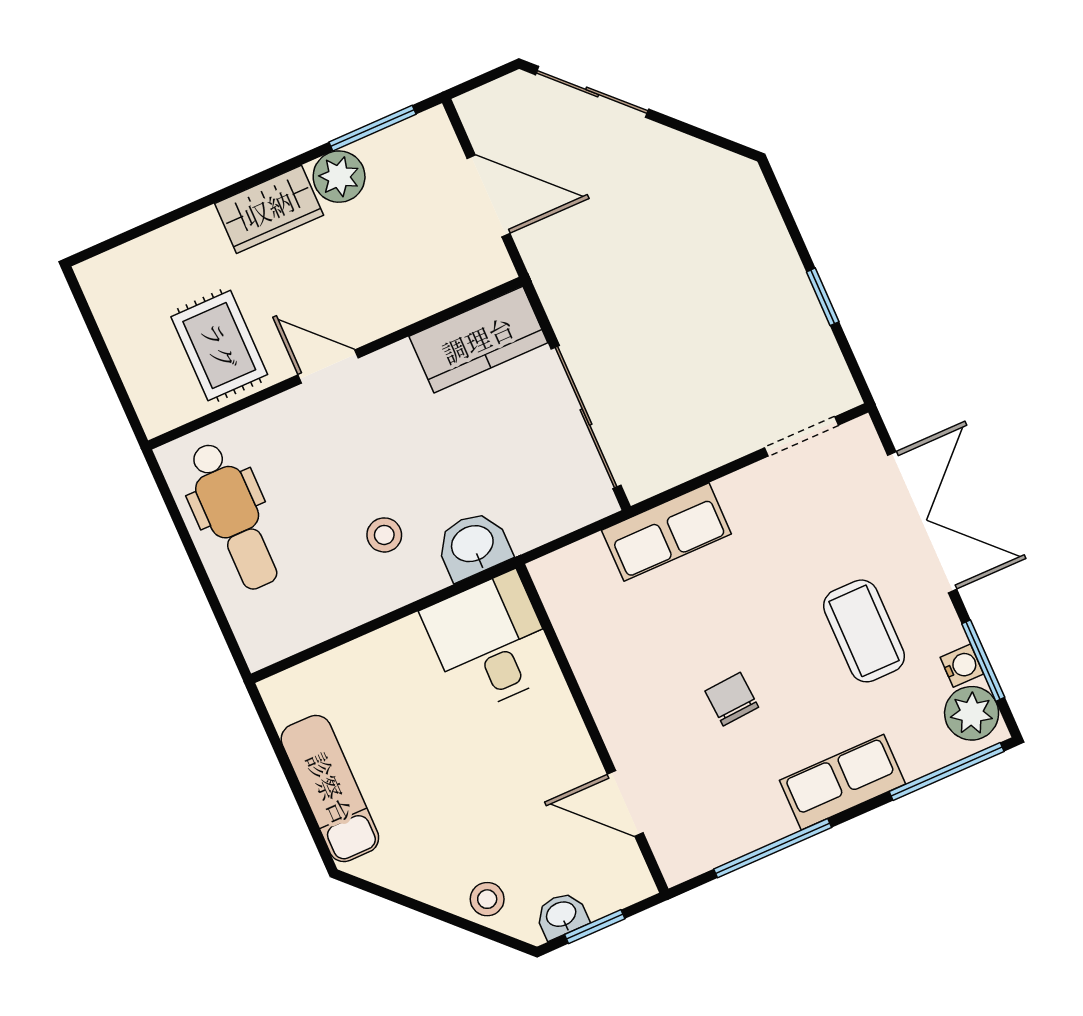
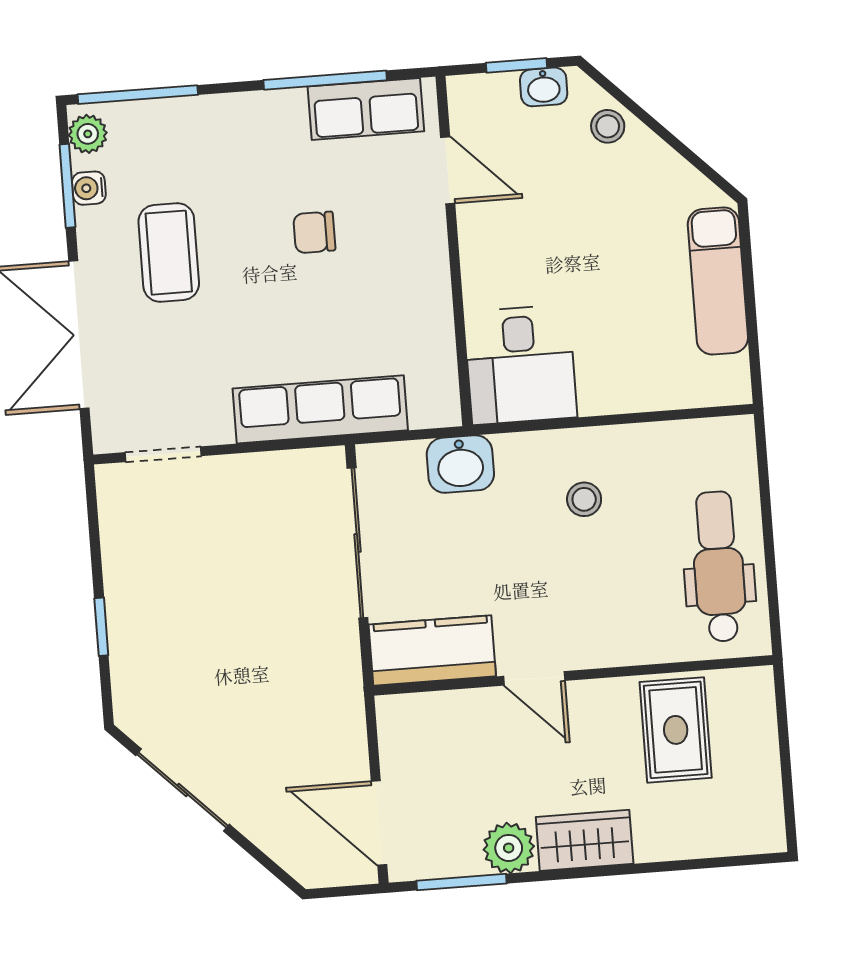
sliding door: (592, 92) -> (182, 790), moved
door: (488, 196) -> (379, 823), moved
window: (823, 297) -> (101, 627), moved
door: (328, 366) -> (534, 678), moved
row of seats: (666, 532) -> (320, 409), width x1.48
washbasin: (473, 545) -> (460, 464), moved
chair: (732, 699) -> (314, 232), turned 94
plant: (972, 713) -> (88, 134), width x0.73, depth x0.73
row of seats: (843, 782) -> (366, 109), moved

